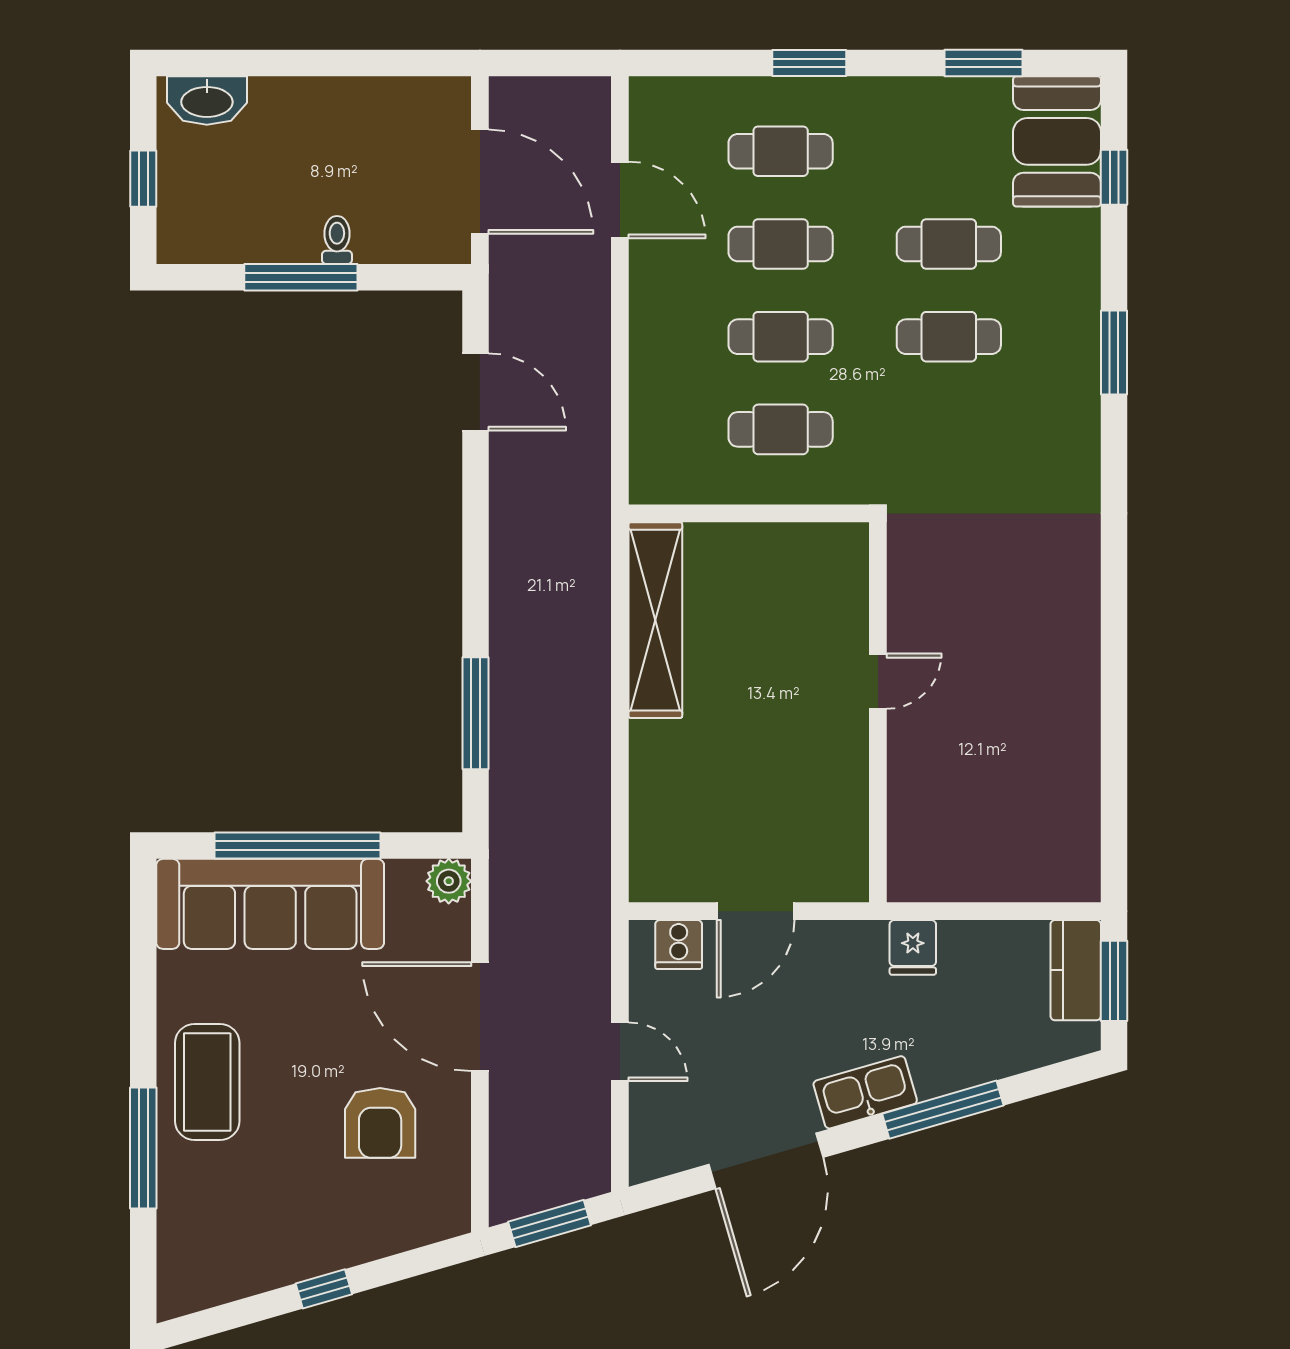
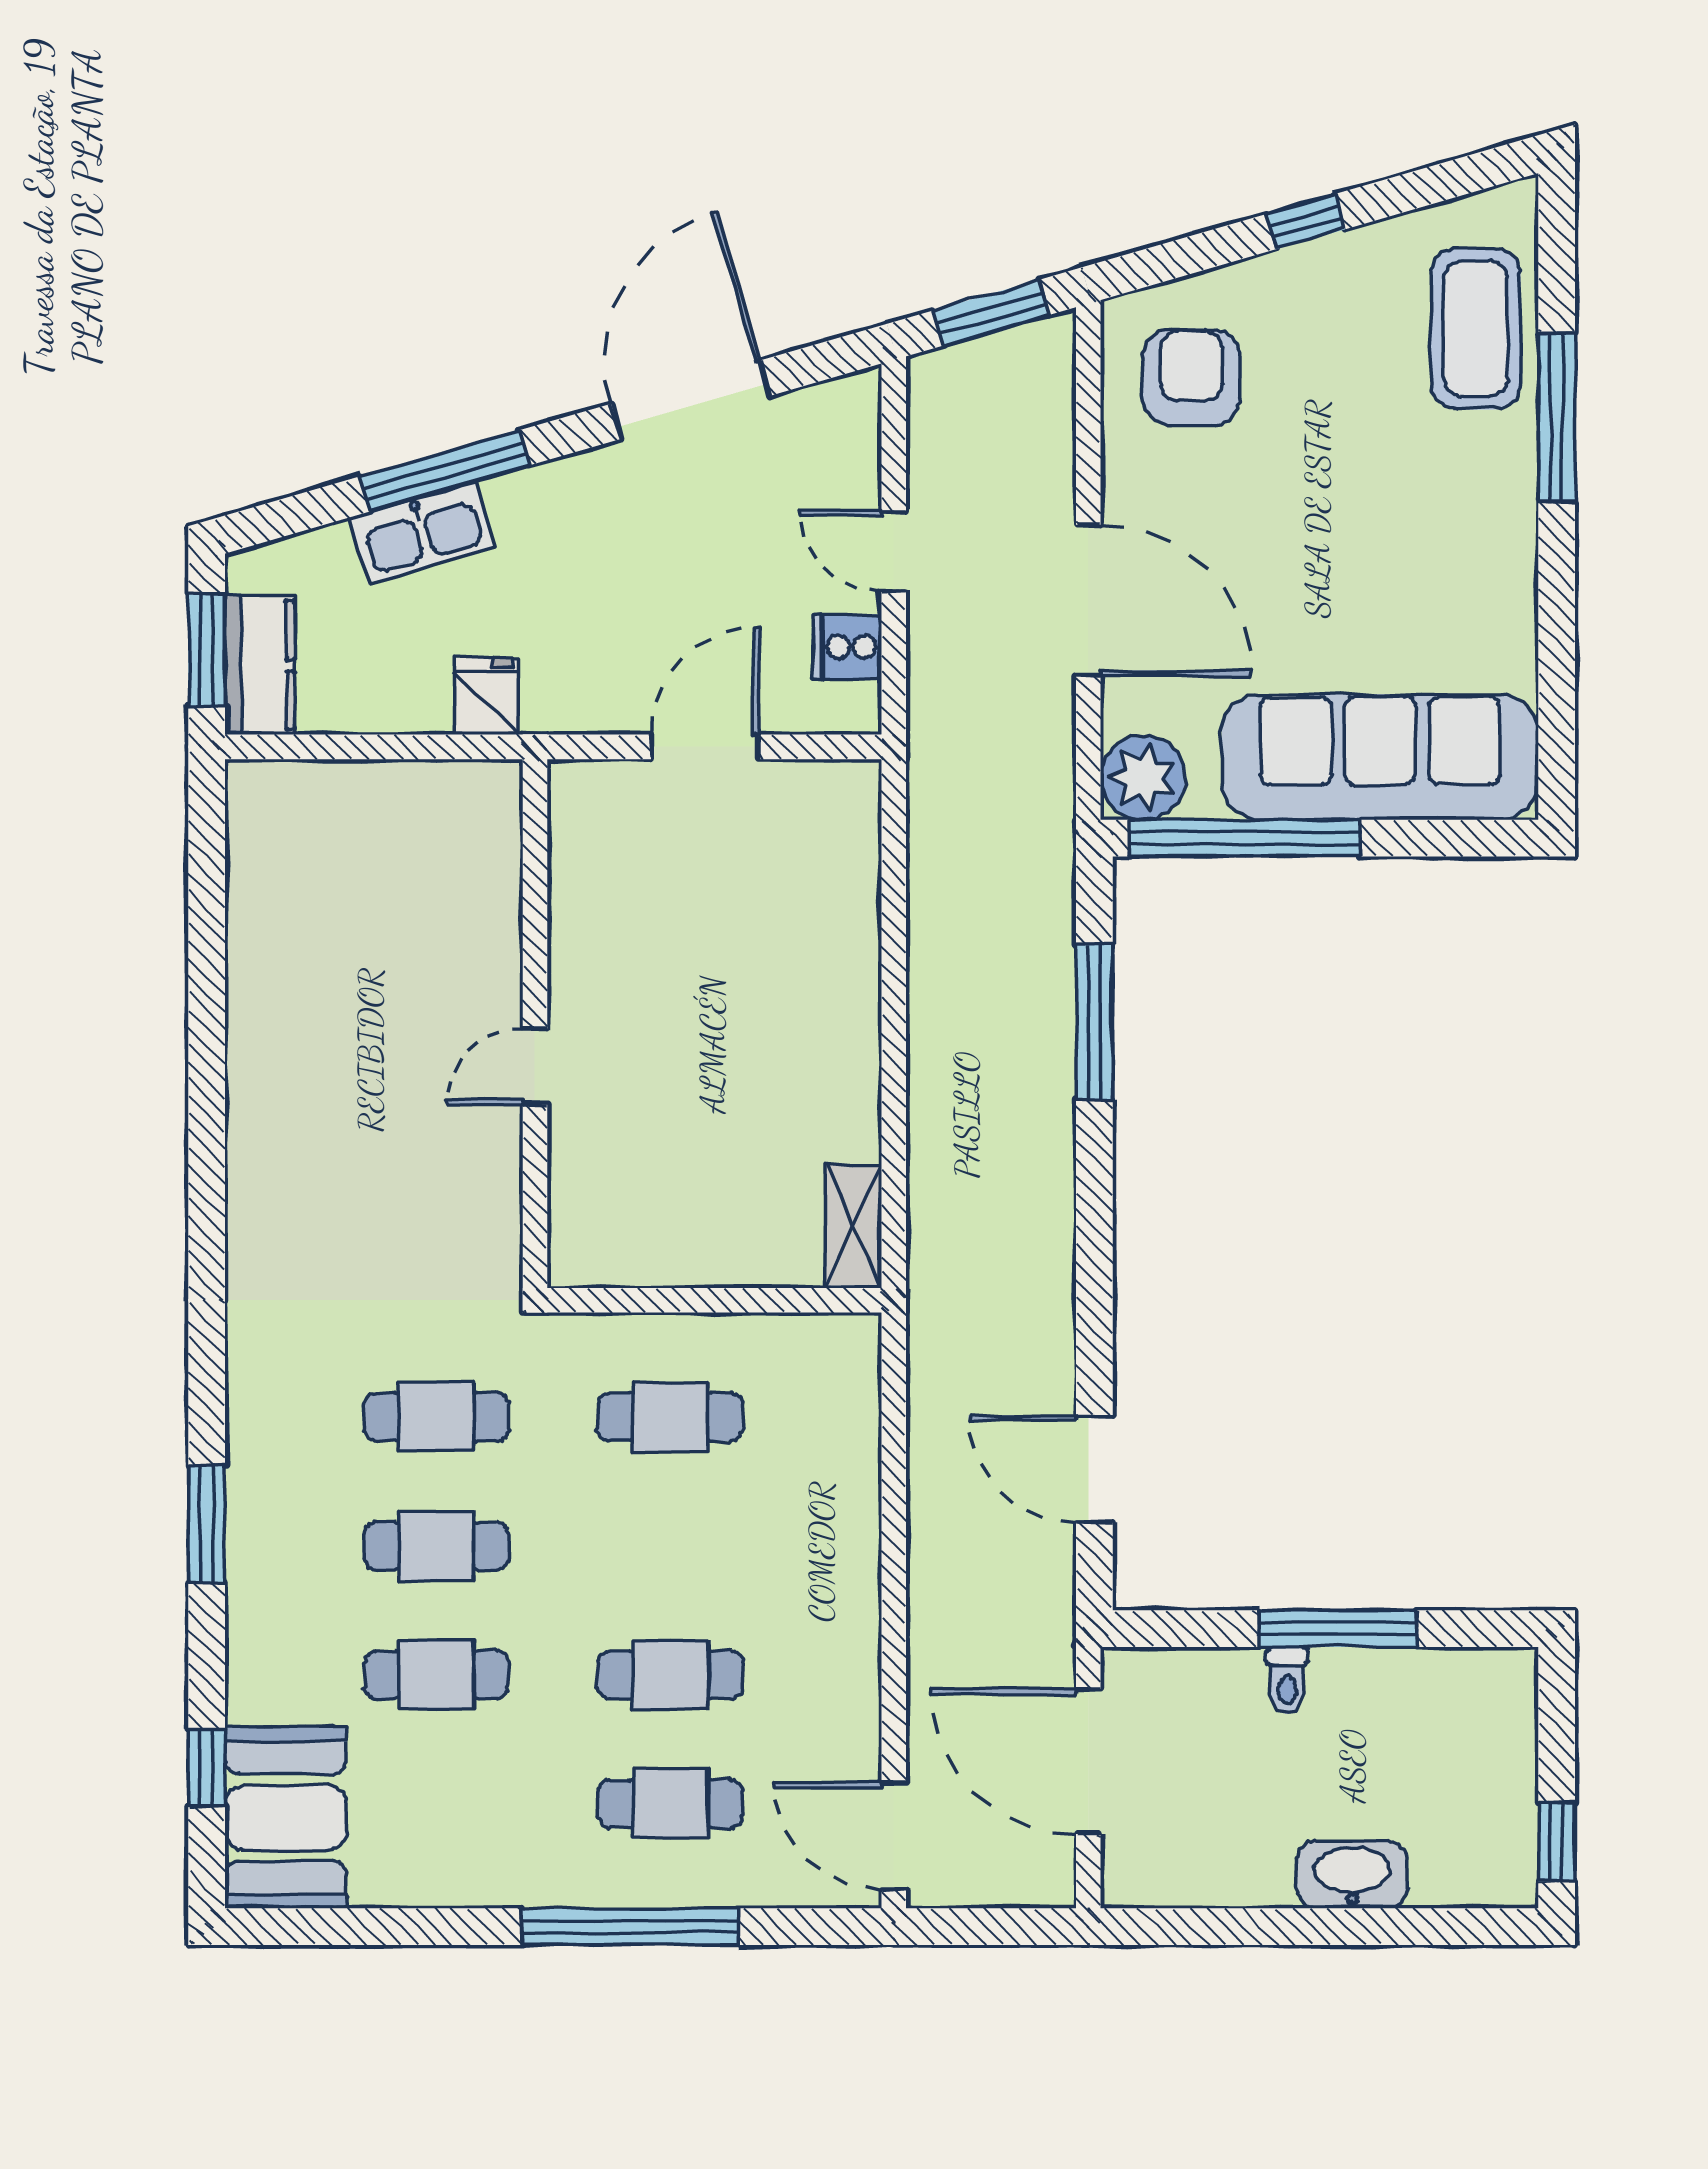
window: (809, 63) -> (630, 1927), width x2.11
window: (983, 63) -> (388, 1927), removed
washbasin: (207, 100) -> (1352, 1874), moved
window: (143, 179) -> (1557, 1842), moved
door: (620, 200) -> (894, 1836), moved
cafe table: (781, 337) -> (436, 1417), moved
shelving: (655, 620) -> (854, 1226), width x0.45, depth x0.75
window: (297, 846) -> (1245, 838), moved
plant: (449, 881) -> (1143, 777), width x1.36, depth x1.36
cooker: (679, 945) -> (847, 647), moved, turned -90
coffee table: (207, 1082) -> (1476, 329), moved
kitchen sink: (865, 1092) -> (422, 533), moved
armchair: (380, 1123) -> (1192, 377), moved

